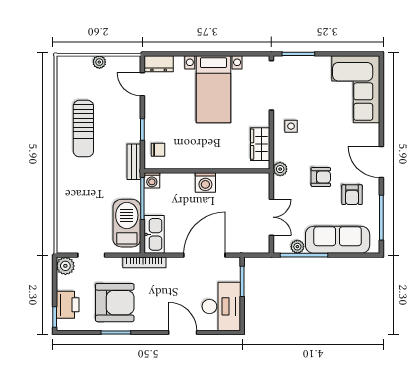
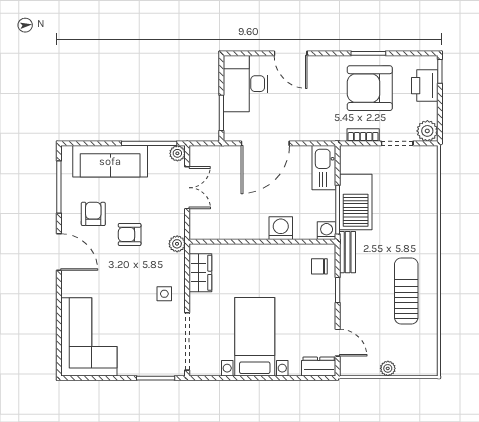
washing machine: (205, 182) -> (281, 228), moved
double door: (271, 217) -> (187, 188), swing flipped
barbecue: (127, 223) -> (356, 202), moved
plant: (297, 247) -> (177, 153), moved
bookcase: (144, 262) -> (363, 135), moved, width x0.64

